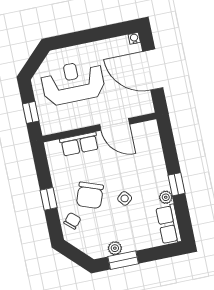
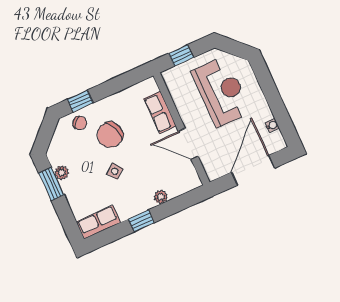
water cooler: (134, 38) -> (272, 125), moved
door: (115, 124) -> (188, 144), hinge flipped
chair: (90, 195) -> (110, 135), turned -39
plant: (166, 197) -> (161, 197), moved
window: (49, 199) -> (80, 101), moved

